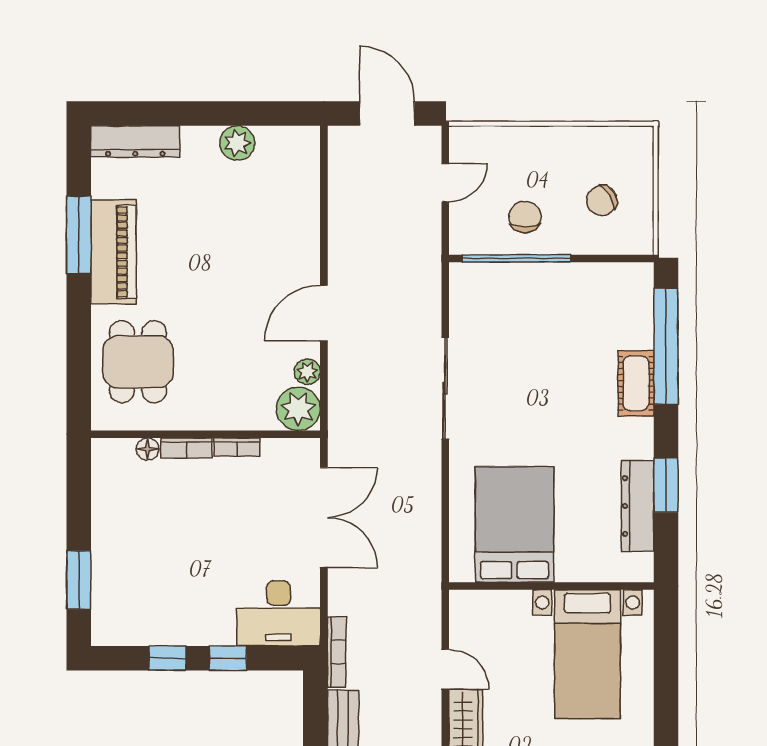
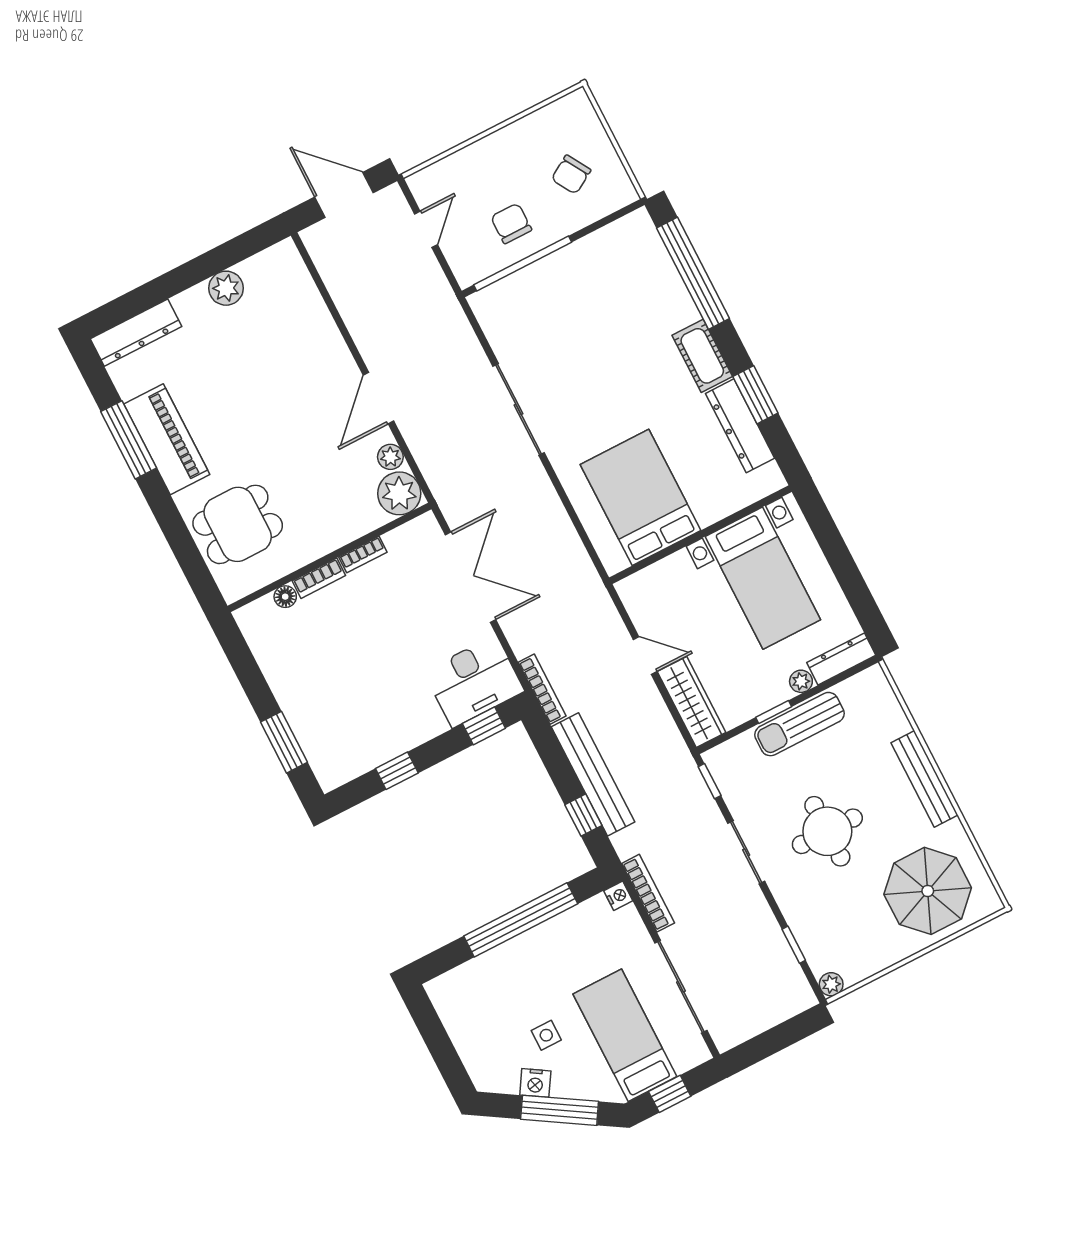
dining table: (138, 362) -> (238, 524), turned 90
cot: (636, 383) -> (702, 356), moved
window: (228, 658) -> (484, 726), moved

